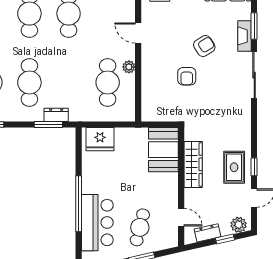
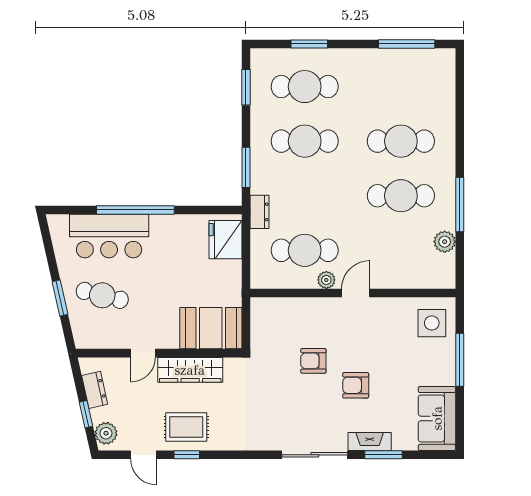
door: (138, 33) -> (356, 293), moved
armchair: (204, 46) -> (356, 385), turned 122
dresser: (56, 115) -> (260, 212), moved
door: (181, 217) -> (143, 353), moved

